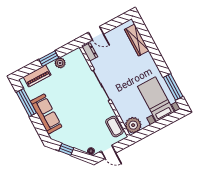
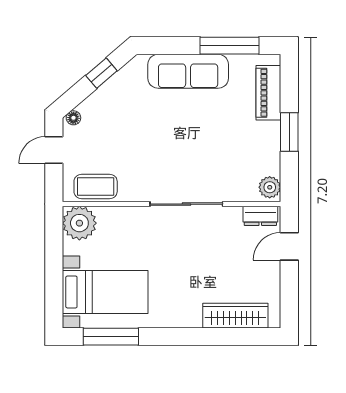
plant: (60, 63) -> (270, 187), moved

